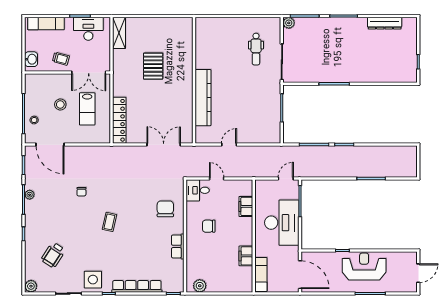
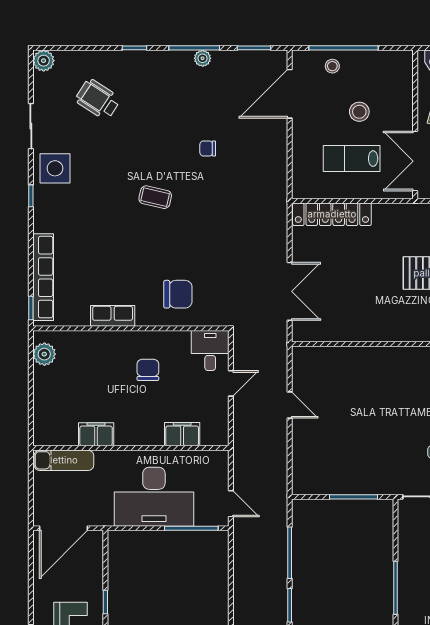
kitchen counter: (203, 98) -> (371, 360), removed
row of seats: (137, 286) -> (43, 277), moved

